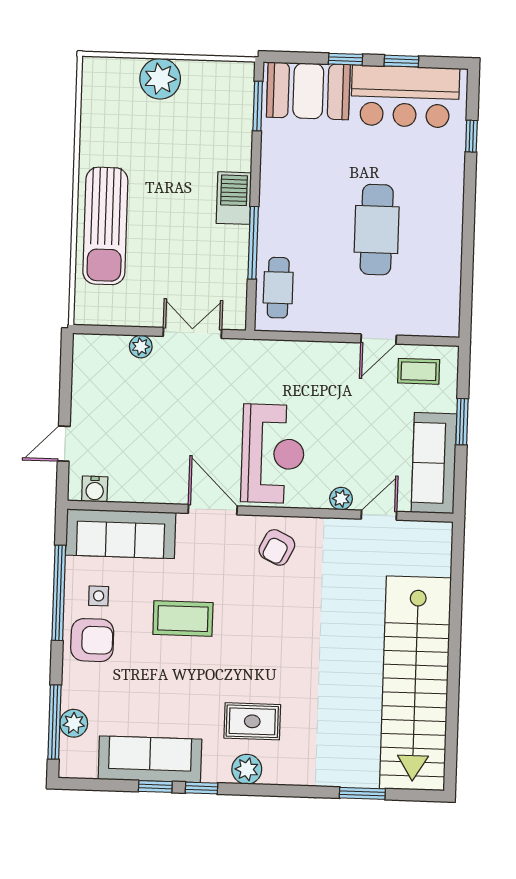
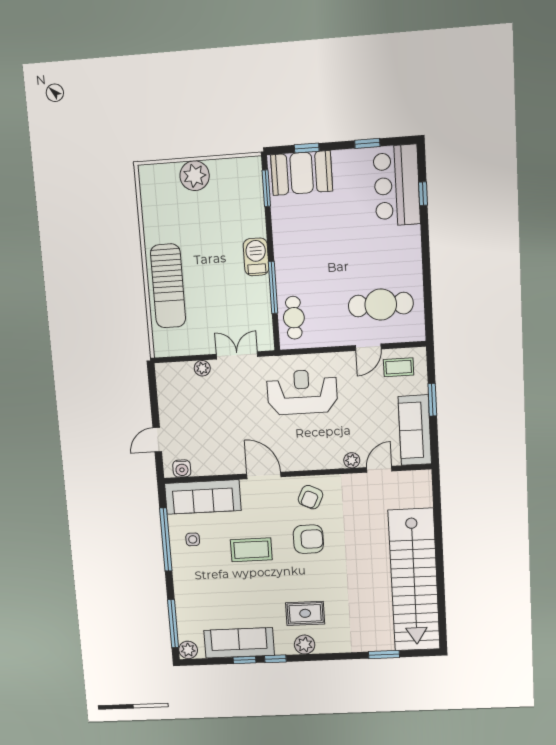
window: (346, 59) -> (307, 148), moved
bar counter: (405, 96) -> (397, 185), moved, turned 90
cafe table: (377, 230) -> (381, 305), moved, turned 90
reception desk: (273, 454) -> (302, 392), moved, turned -90
armchair: (92, 640) -> (308, 539), moved
plant: (74, 723) -> (188, 650), moved

